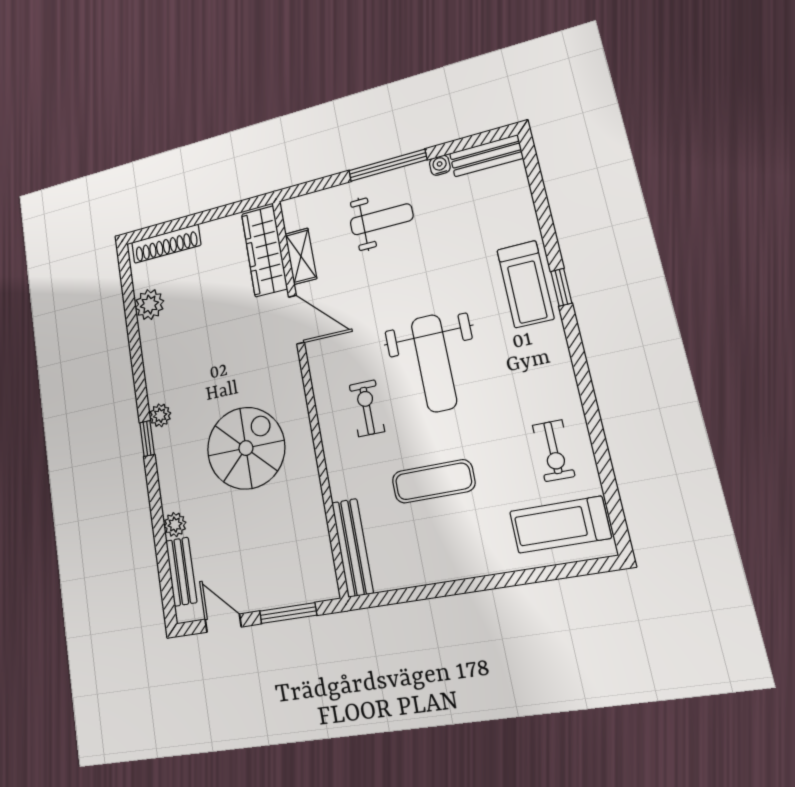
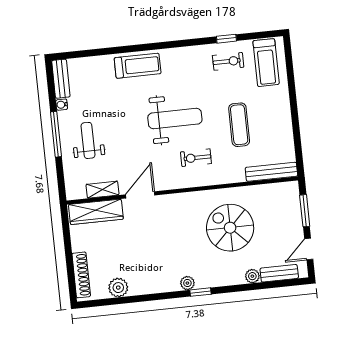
window: (561, 287) -> (226, 39), moved
spiral stairs: (246, 448) -> (230, 228), moved

